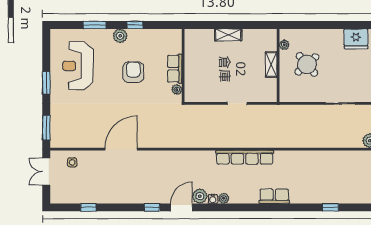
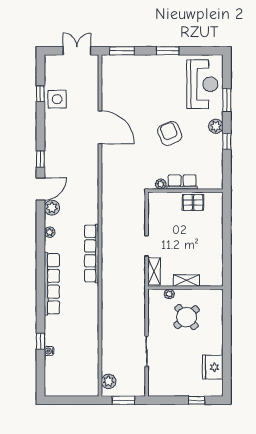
shelving: (228, 35) -> (154, 271), moved
plant: (284, 45) -> (169, 294), moved
pallet: (195, 58) -> (193, 202), added
reception desk: (78, 66) -> (202, 84), moved, turned 90
armchair: (133, 72) -> (170, 133), moved, turned -113
side table: (72, 162) -> (57, 99), moved, width x1.87, depth x1.87
row of seats: (274, 196) -> (52, 284), width x2.02
water cooler: (213, 199) -> (49, 351), moved
door: (181, 207) -> (40, 189), hinge flipped

